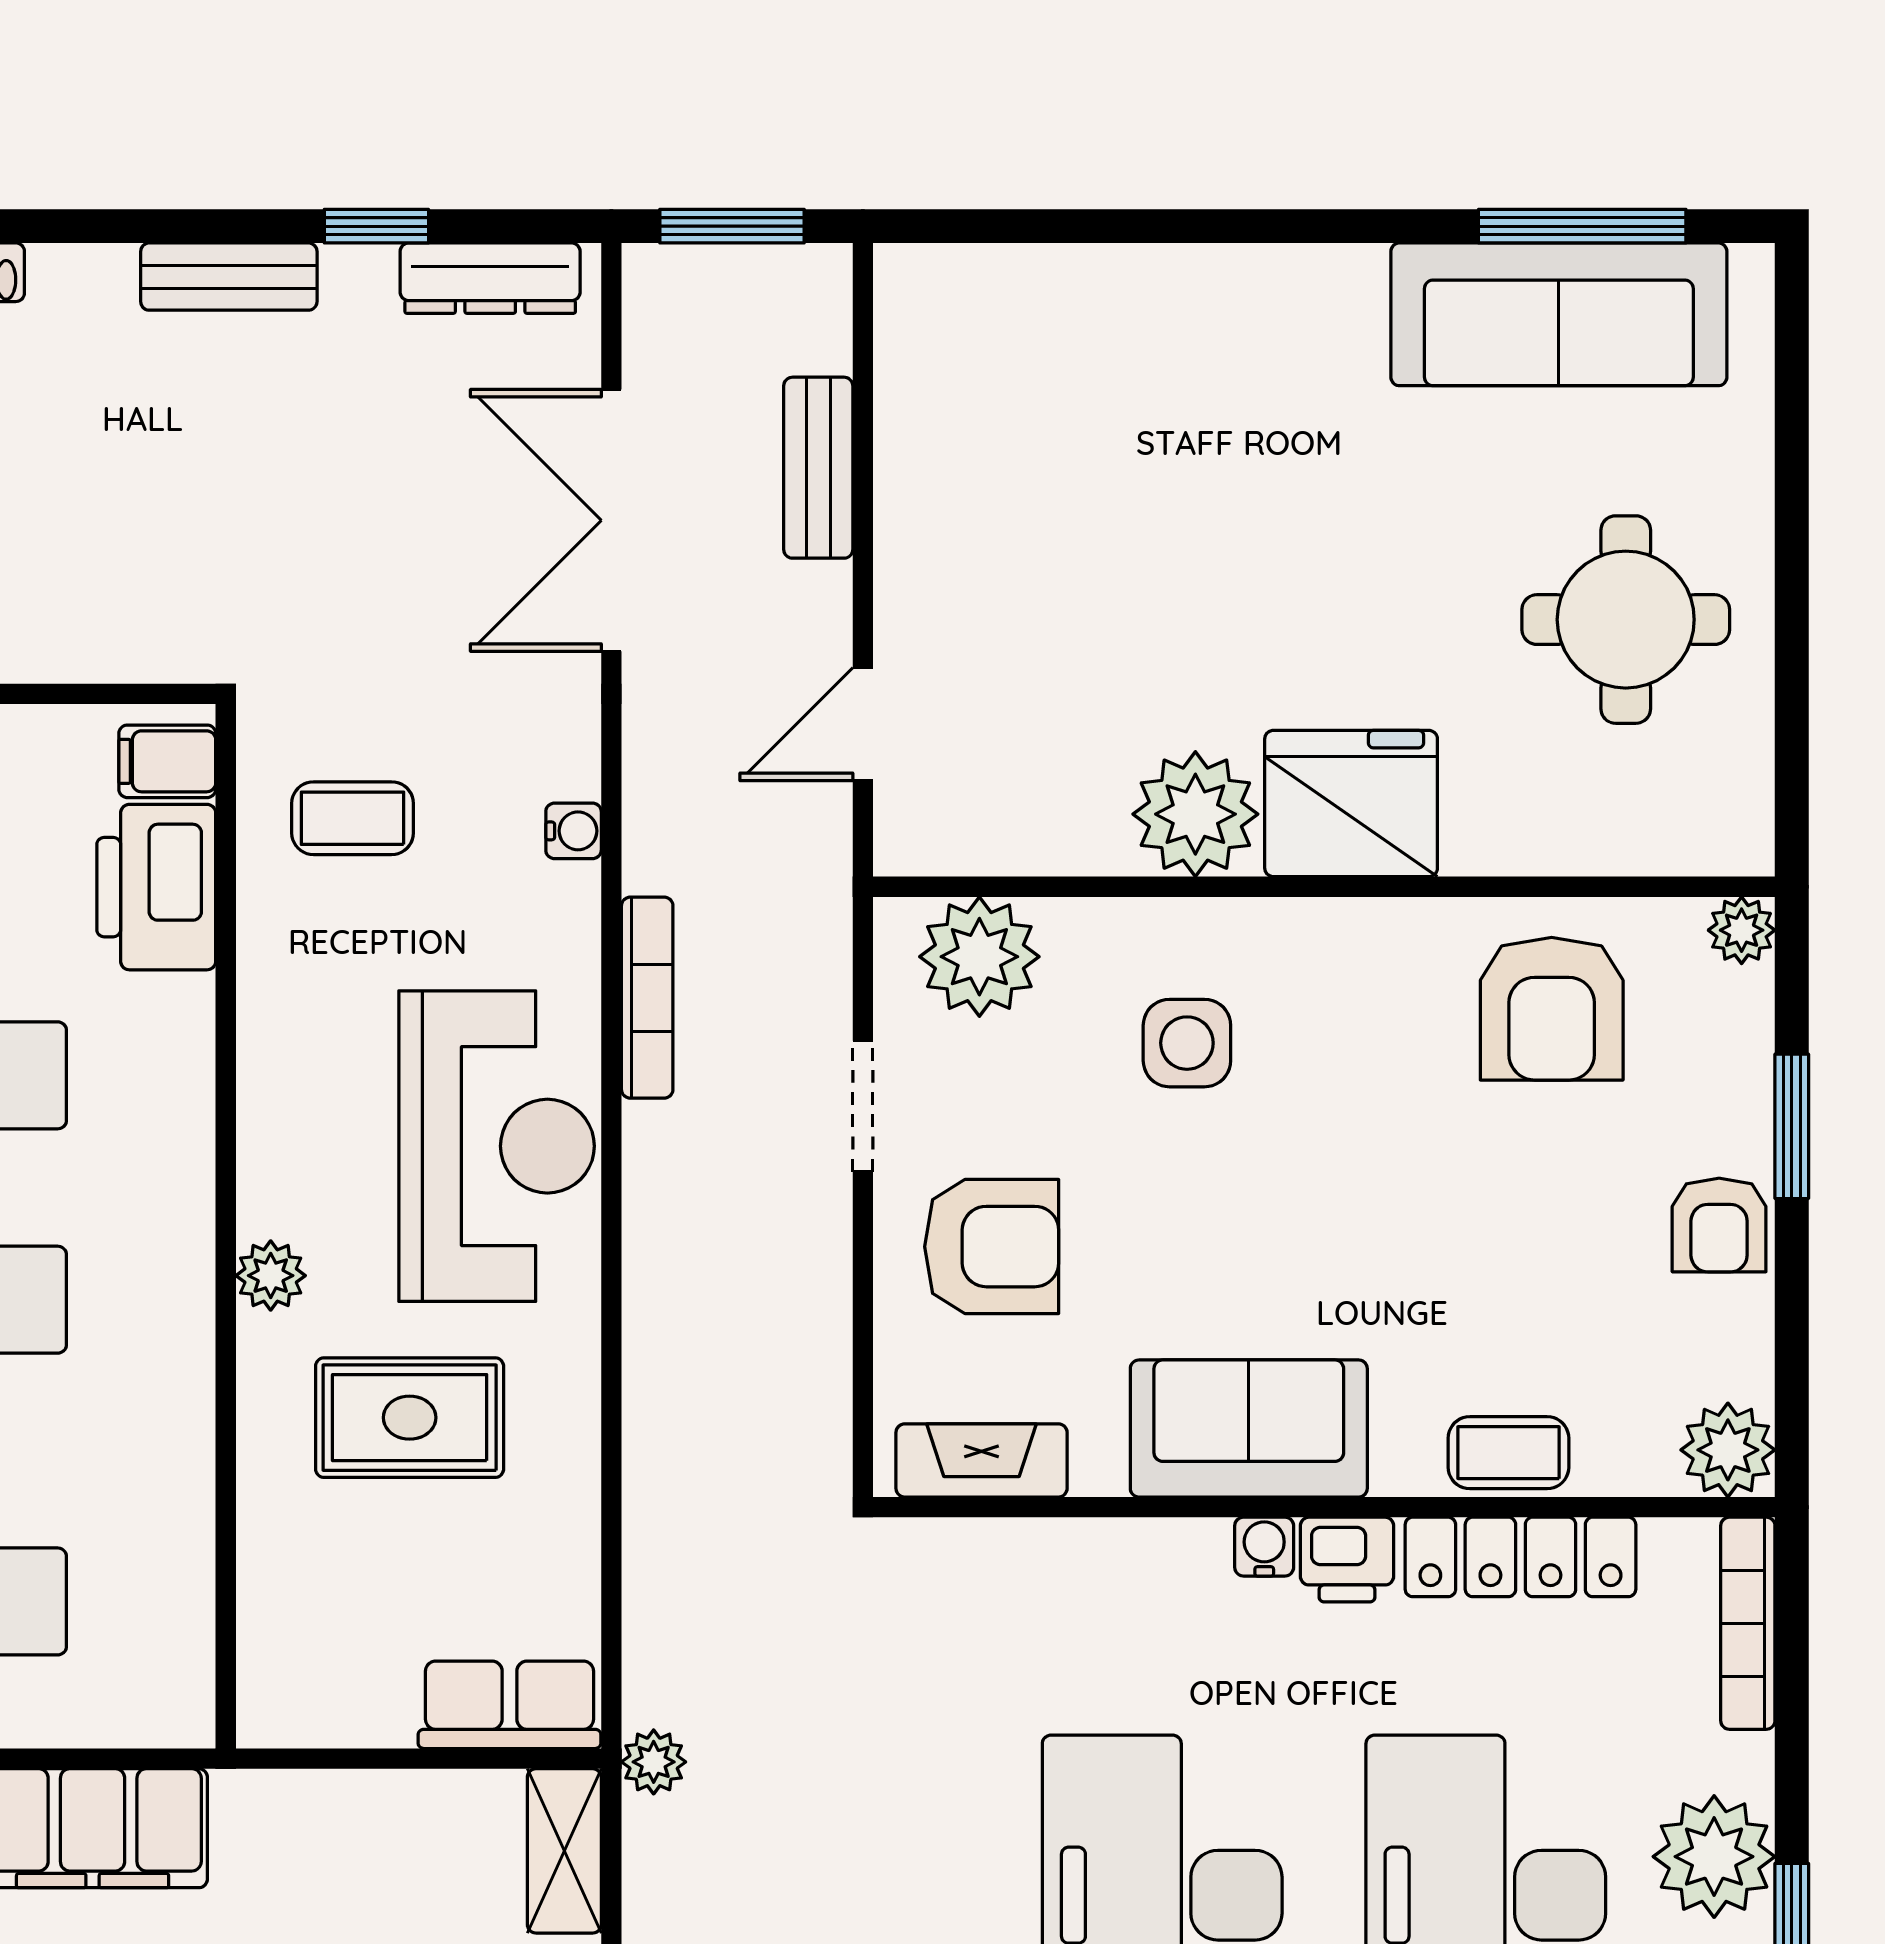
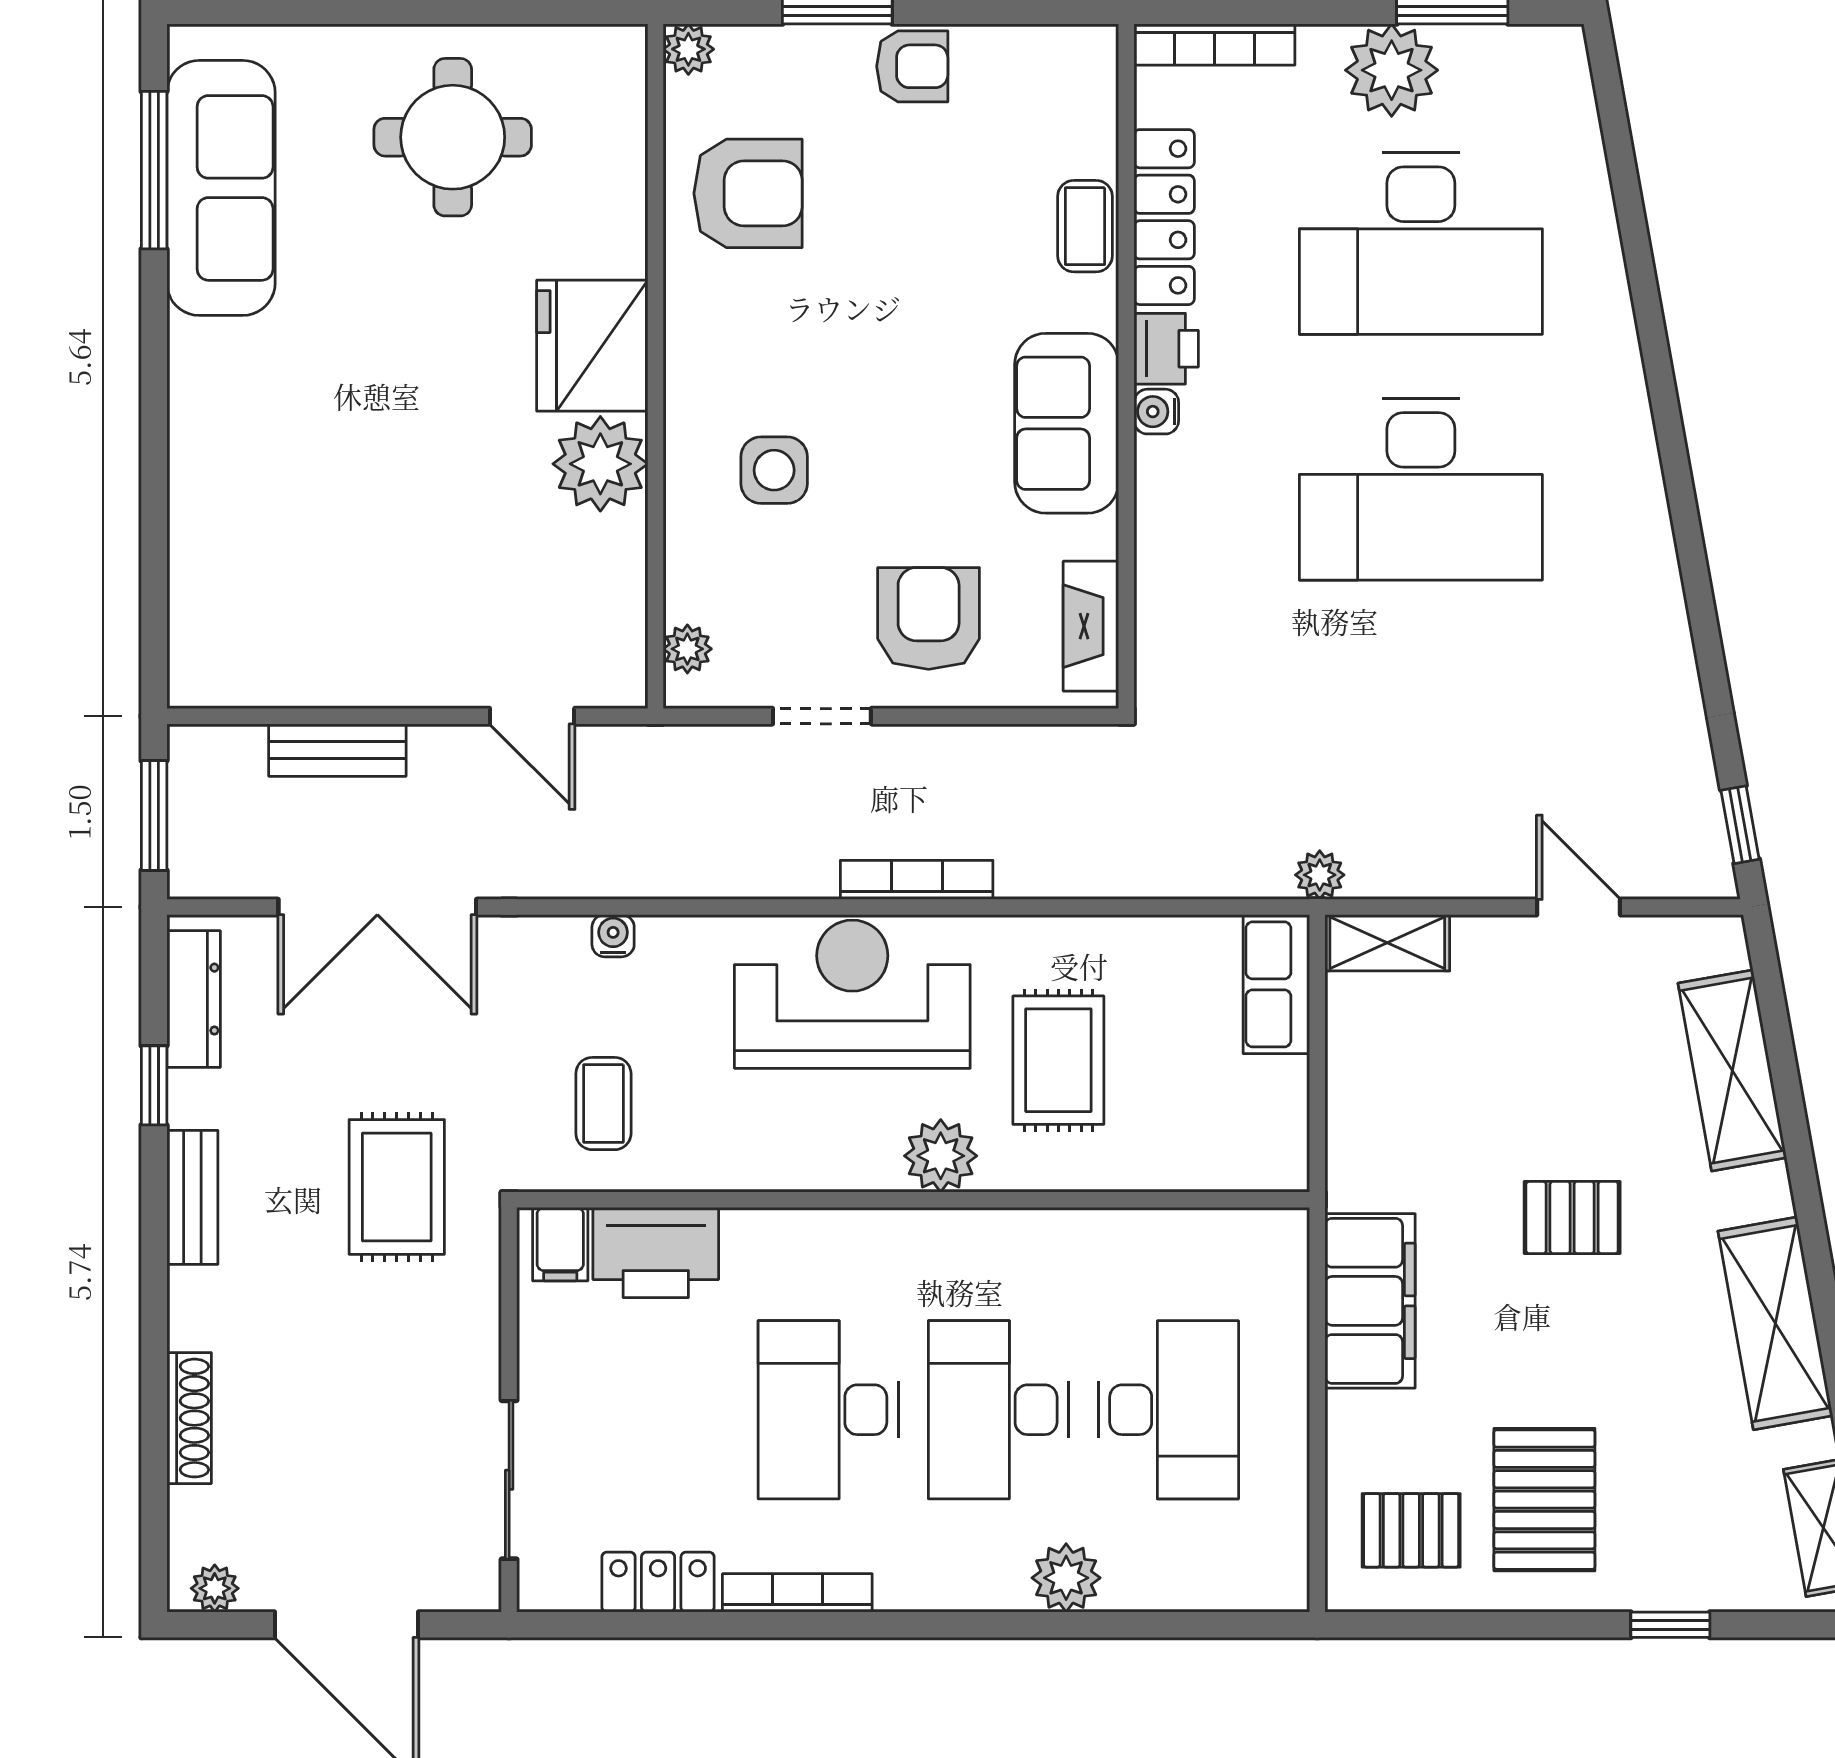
rug: (243, 546) -> (397, 1187), added
plant: (979, 957) -> (687, 649), width x0.53, depth x0.53
bookcase: (647, 998) -> (917, 880), moved
plant: (271, 1276) -> (941, 1156), width x1.38, depth x1.38
plant: (1728, 1450) -> (1083, 60), removed

